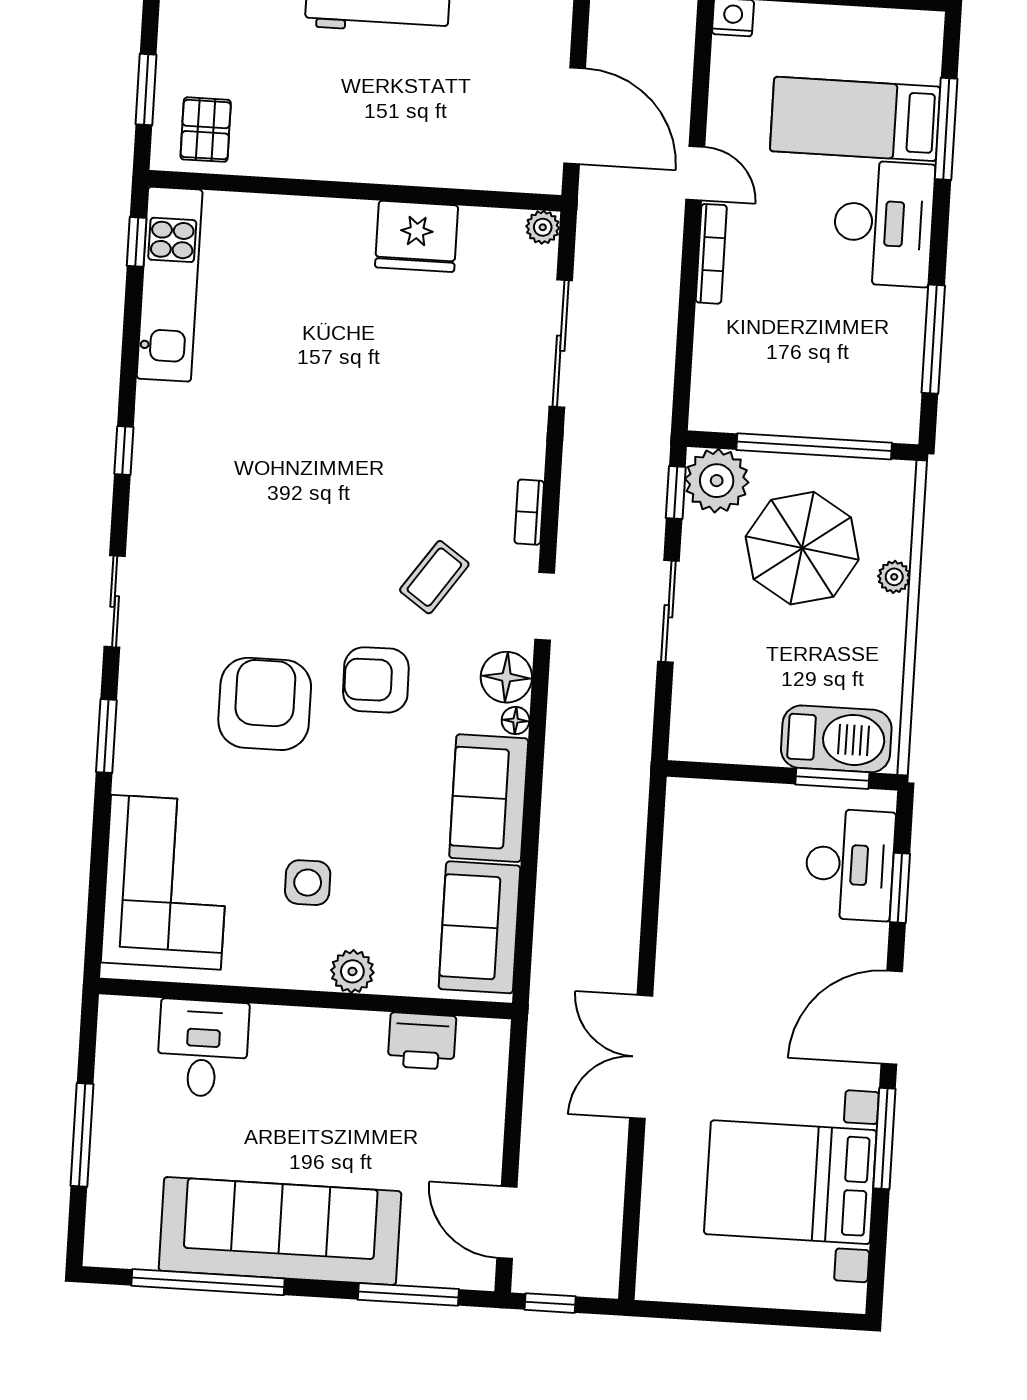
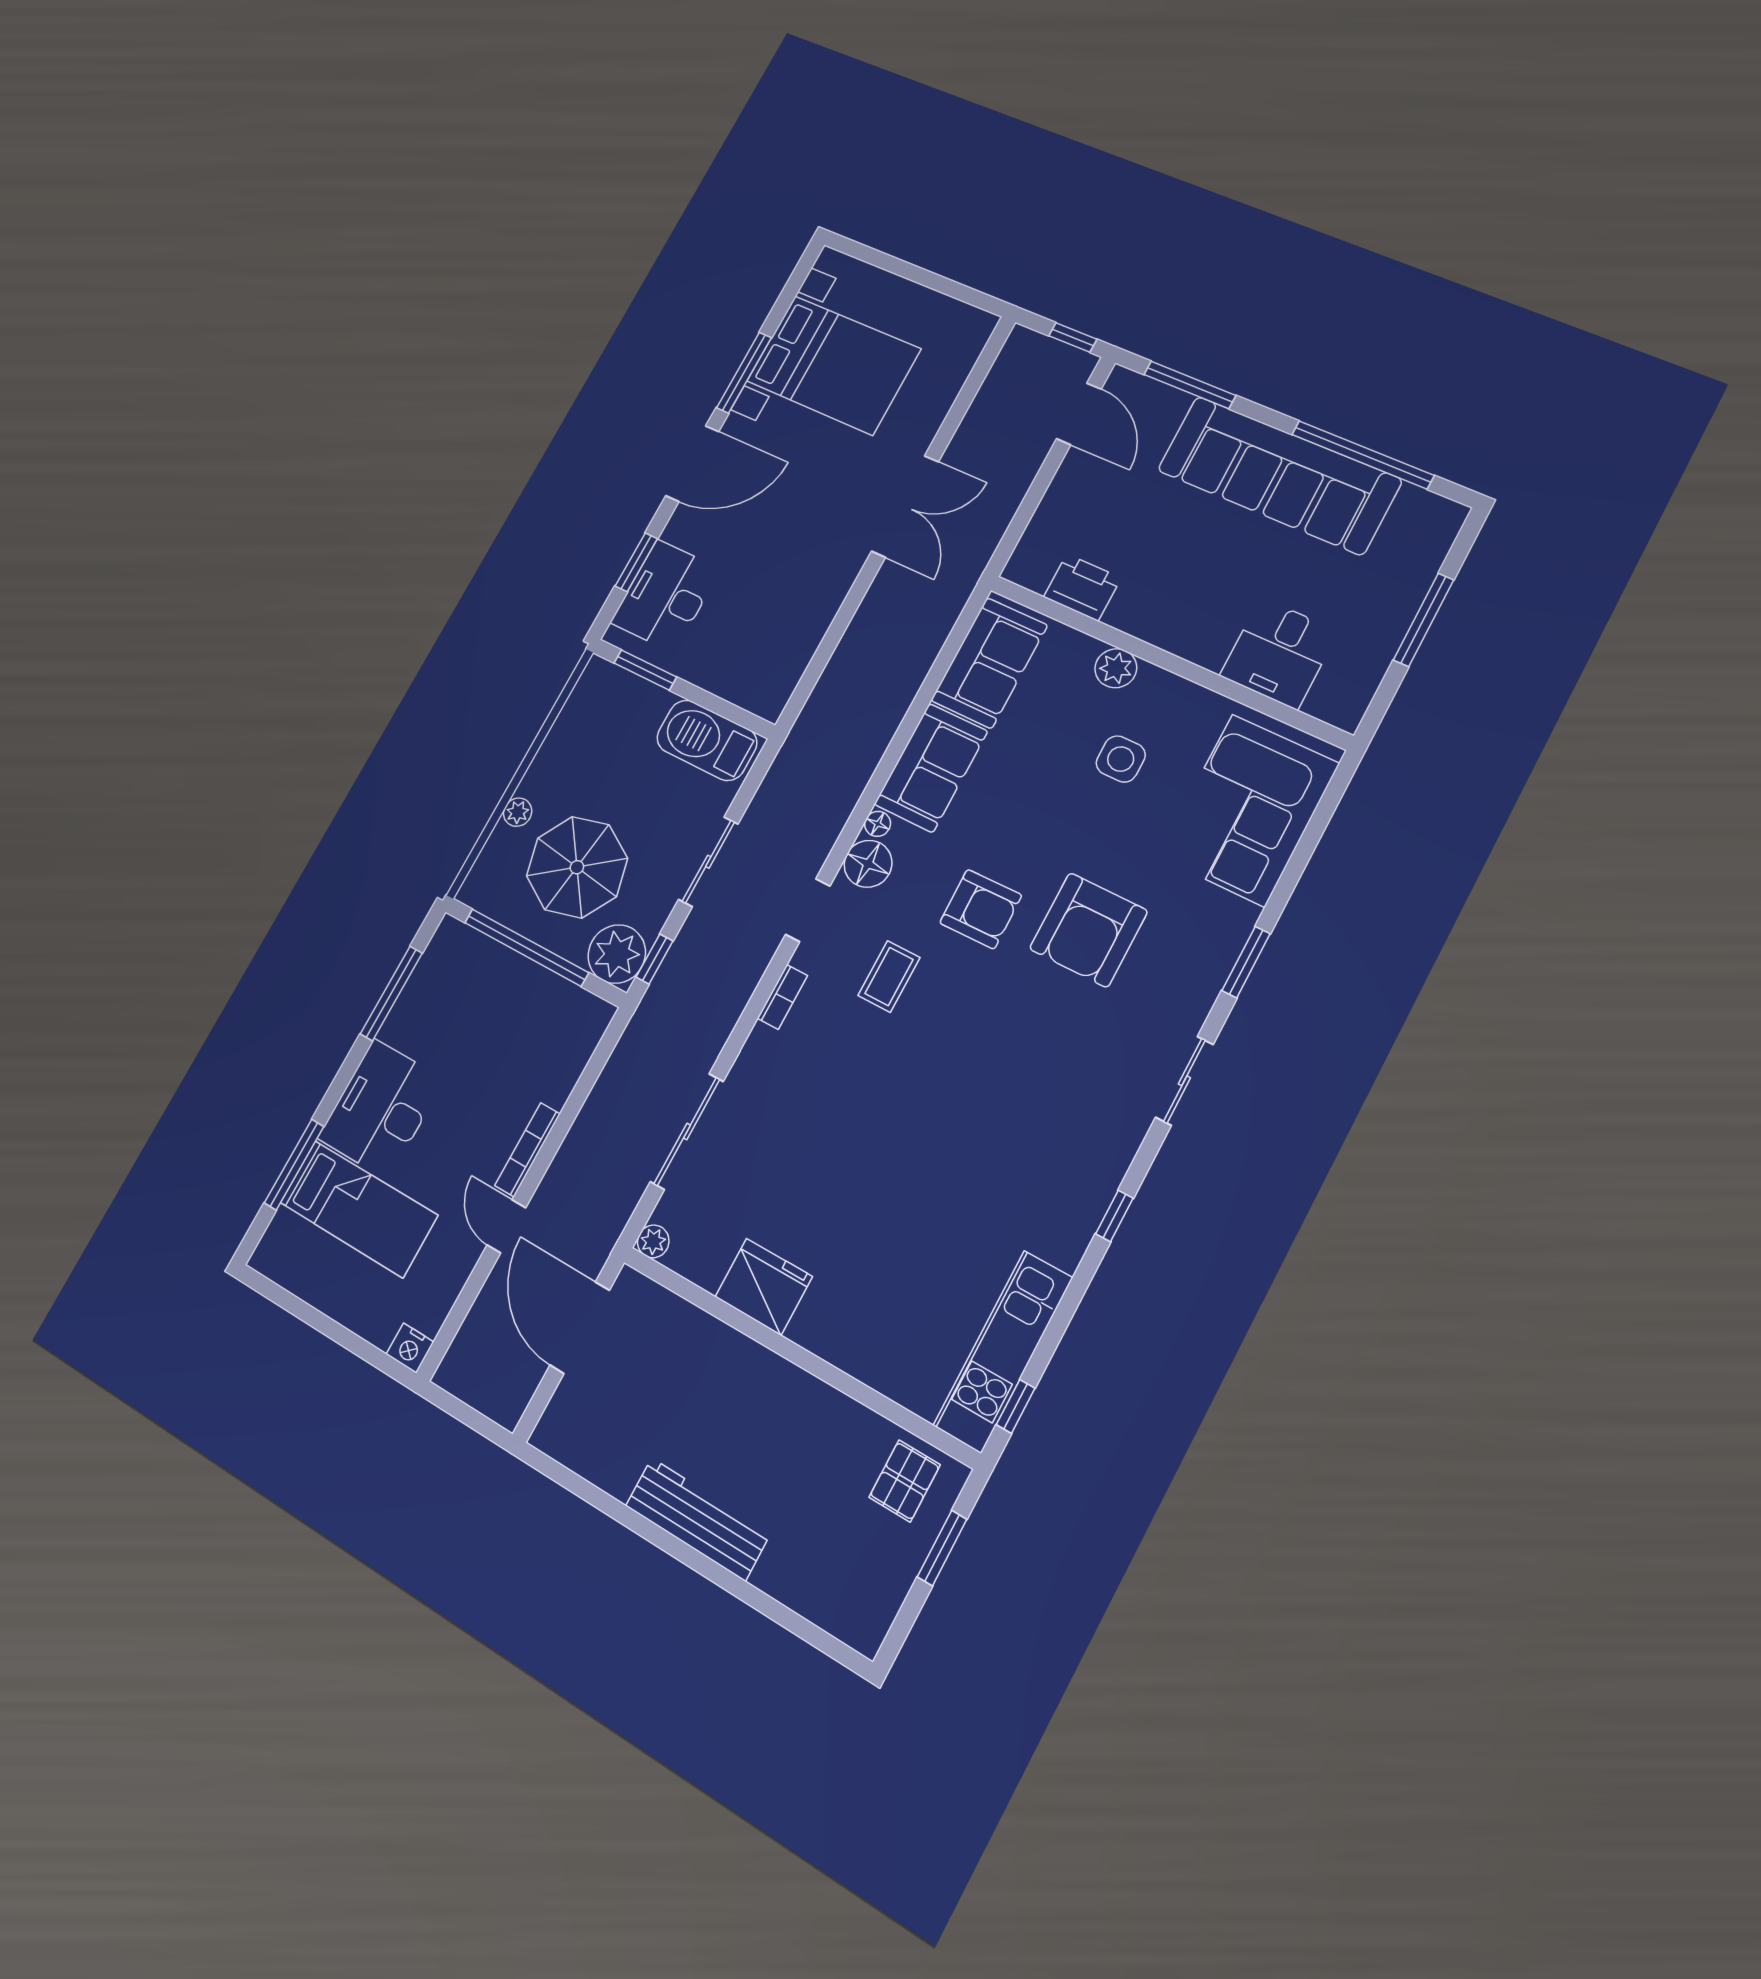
coffee table: (434, 577) -> (889, 976), turned -35
barbecue: (836, 739) -> (707, 740), moved

